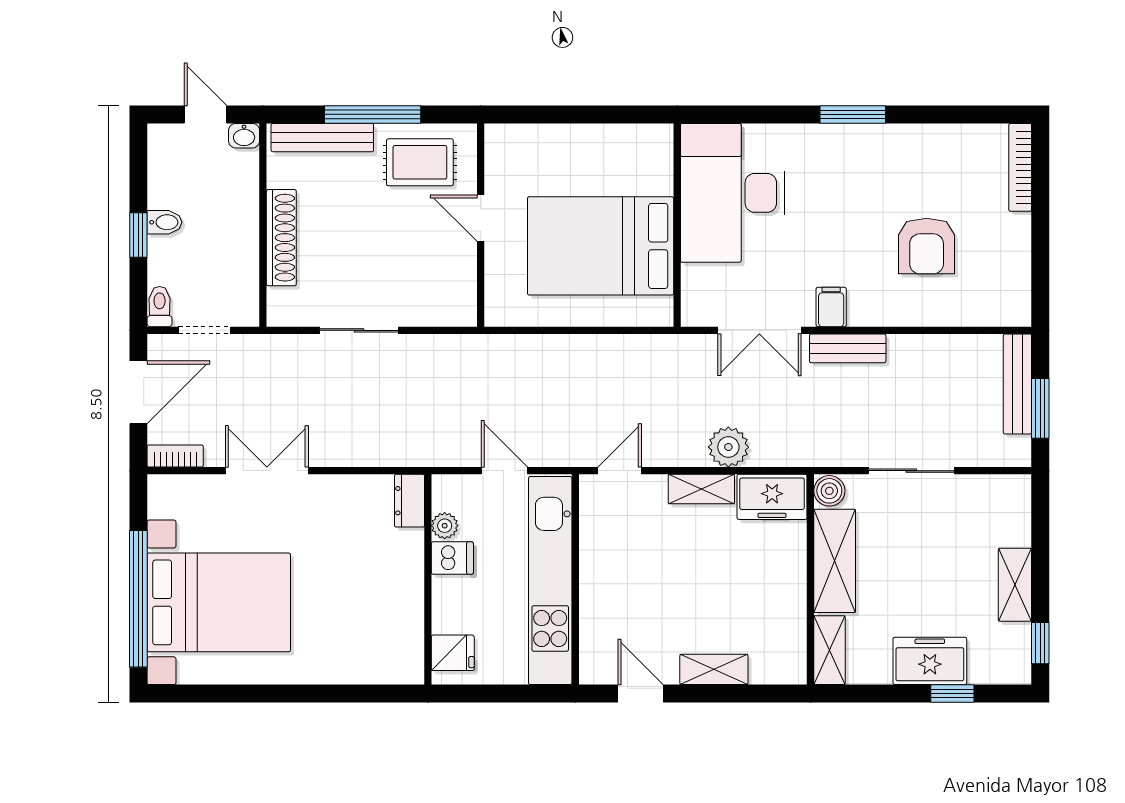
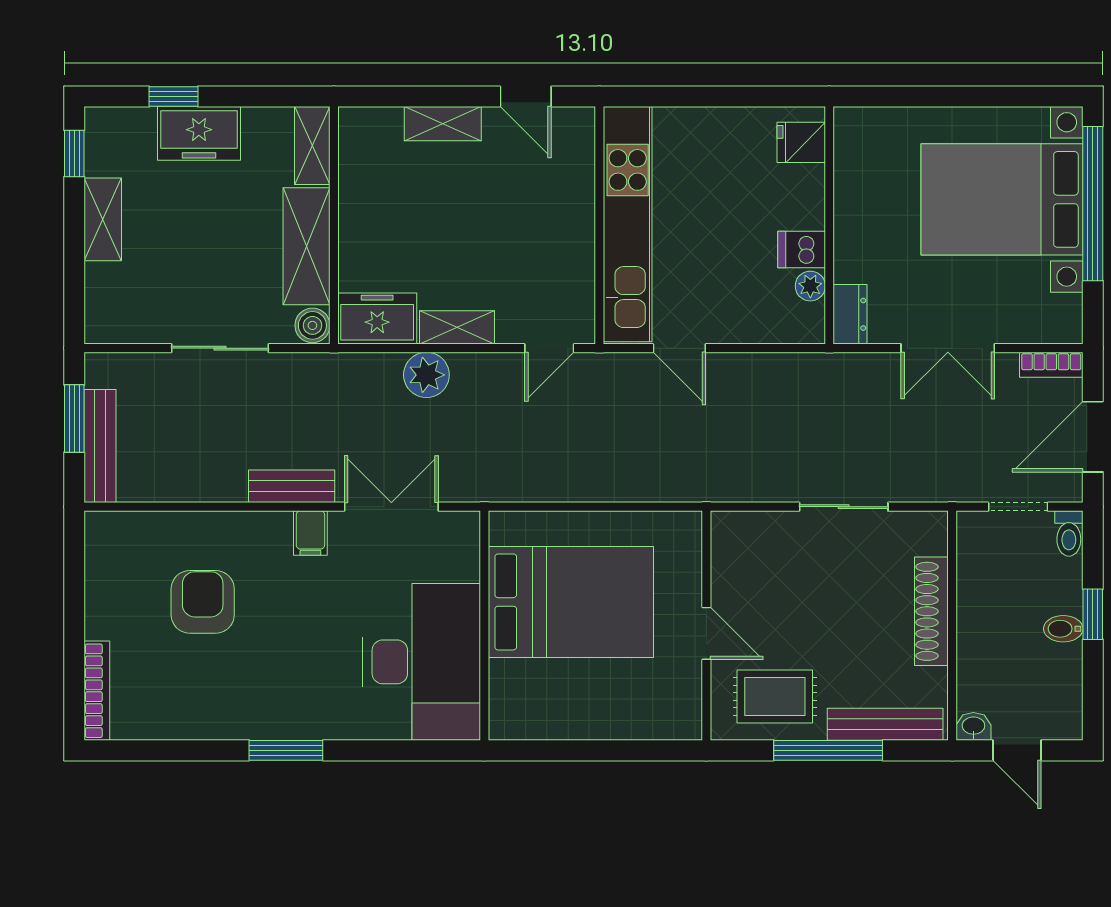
dresser: (409, 501) -> (850, 314), moved
plant: (445, 526) -> (810, 286), moved
dishwasher: (452, 558) -> (802, 250), moved
wall: (428, 579) -> (829, 225), moved
fridge: (453, 653) -> (801, 142), moved

